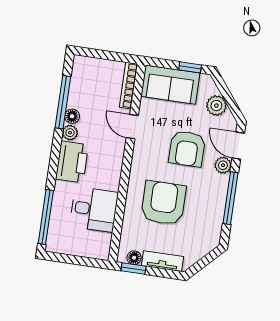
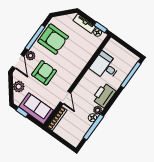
armchair: (163, 203) -> (53, 39), moved, turned -90

